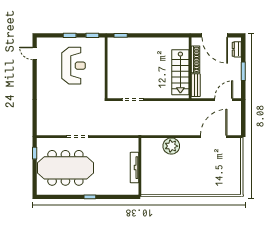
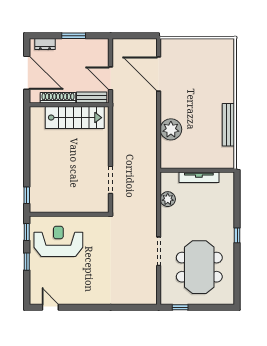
door: (215, 35) -> (27, 73), hinge flipped
door: (35, 53) -> (50, 307), swing flipped
reception desk: (73, 66) -> (58, 241), moved
door: (224, 100) -> (111, 78), moved
plant: (118, 144) -> (168, 199), added
meeting table: (65, 168) -> (199, 267), width x0.73
bench: (175, 190) -> (228, 125), added

